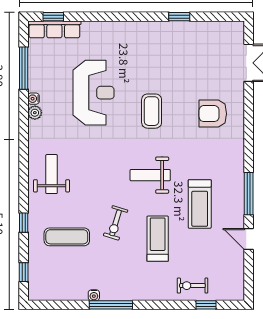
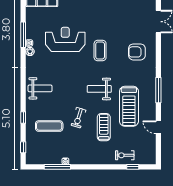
window: (24, 68) -> (23, 35), moved
reception desk: (94, 93) -> (65, 39), turned -90
weight bench: (52, 174) -> (40, 88), turned 90
window: (249, 194) -> (158, 90), moved
treadmill: (200, 204) -> (129, 106), width x1.37, depth x1.38
window: (111, 305) -> (57, 167), moved

